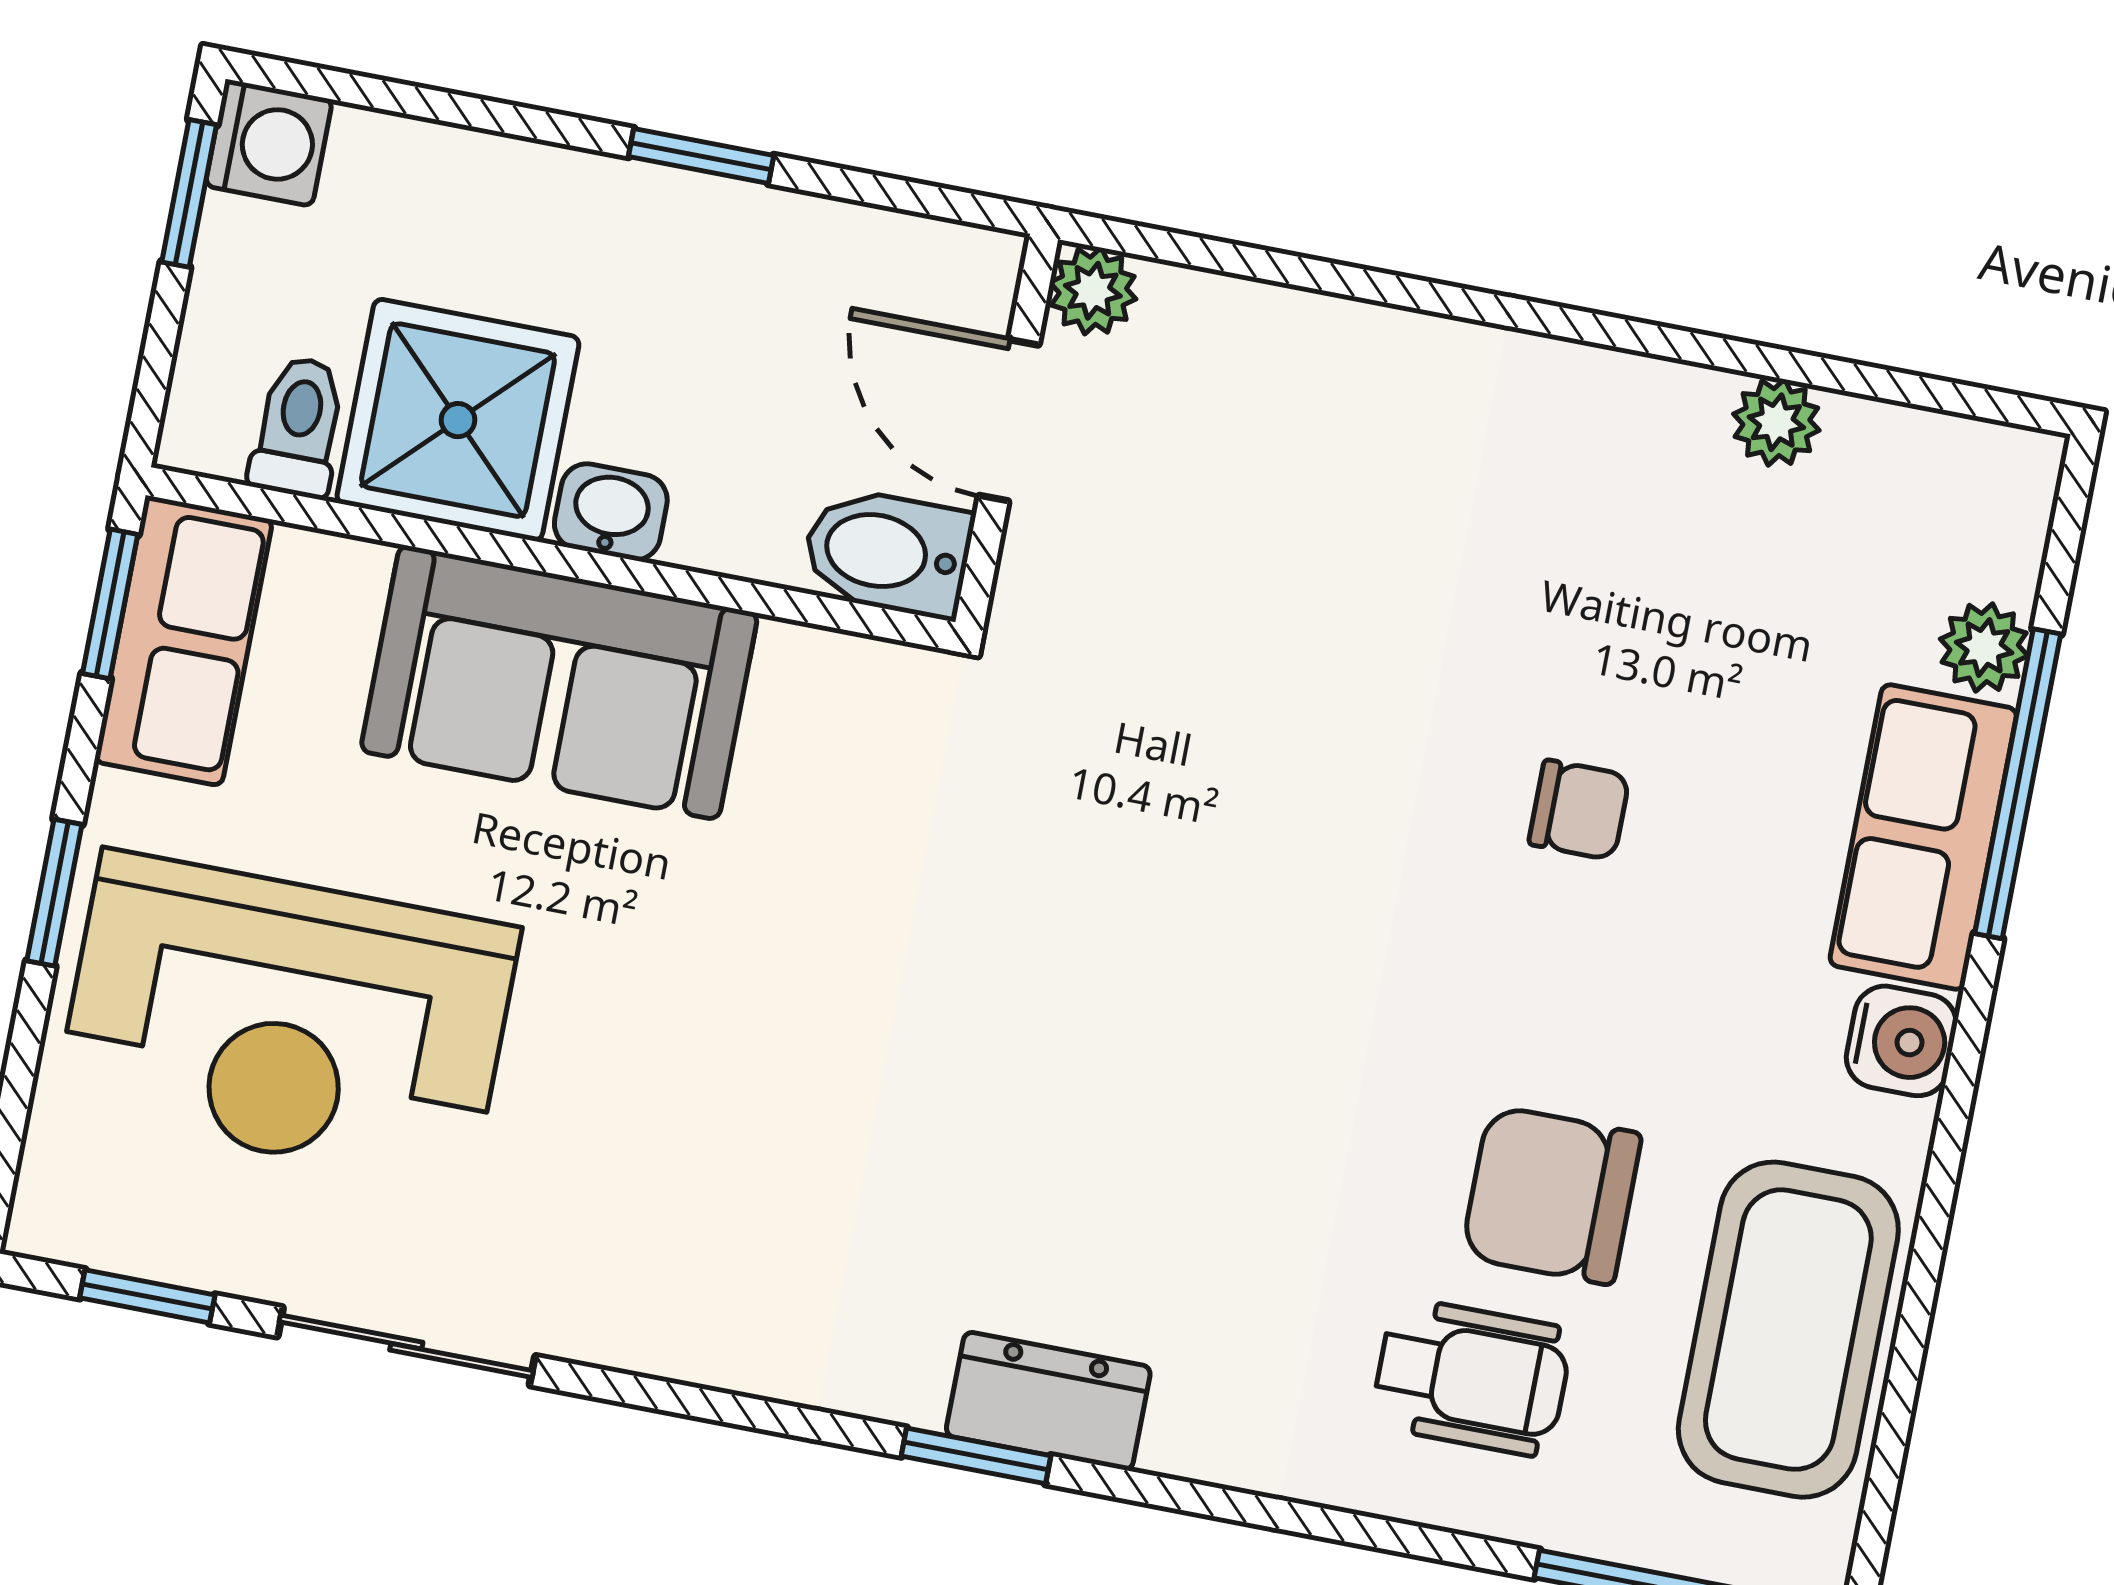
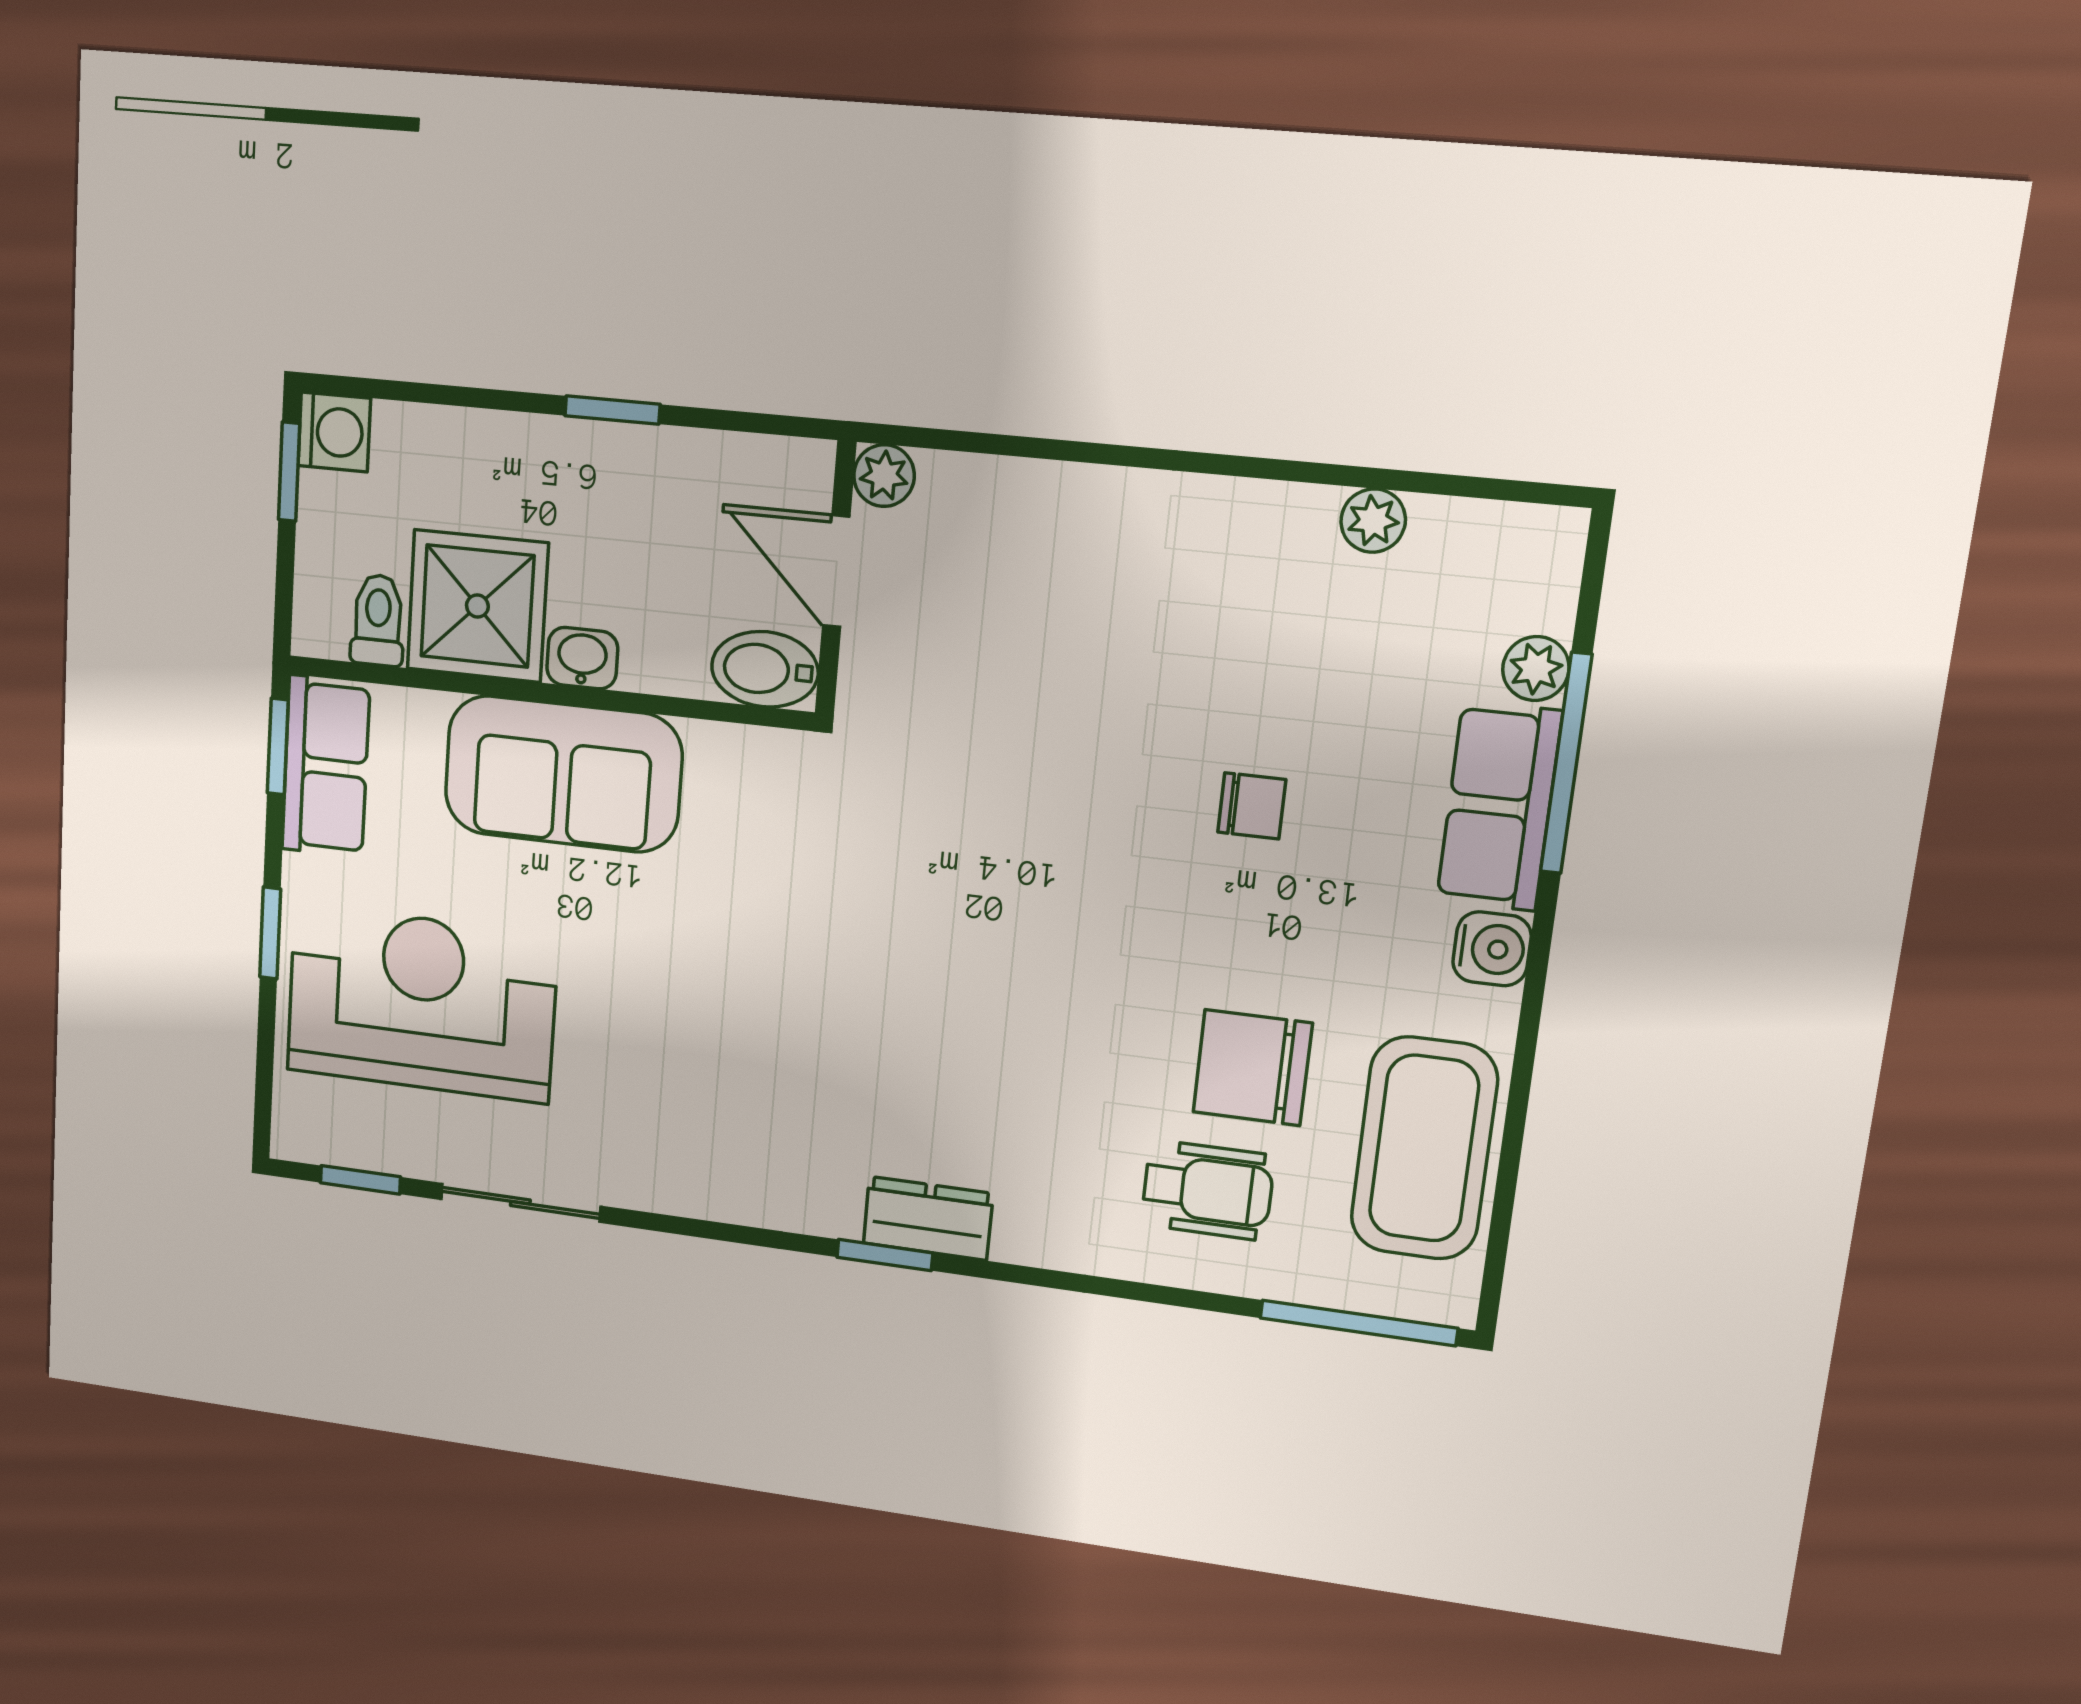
reception desk: (287, 1019) -> (421, 1003), turned 180

